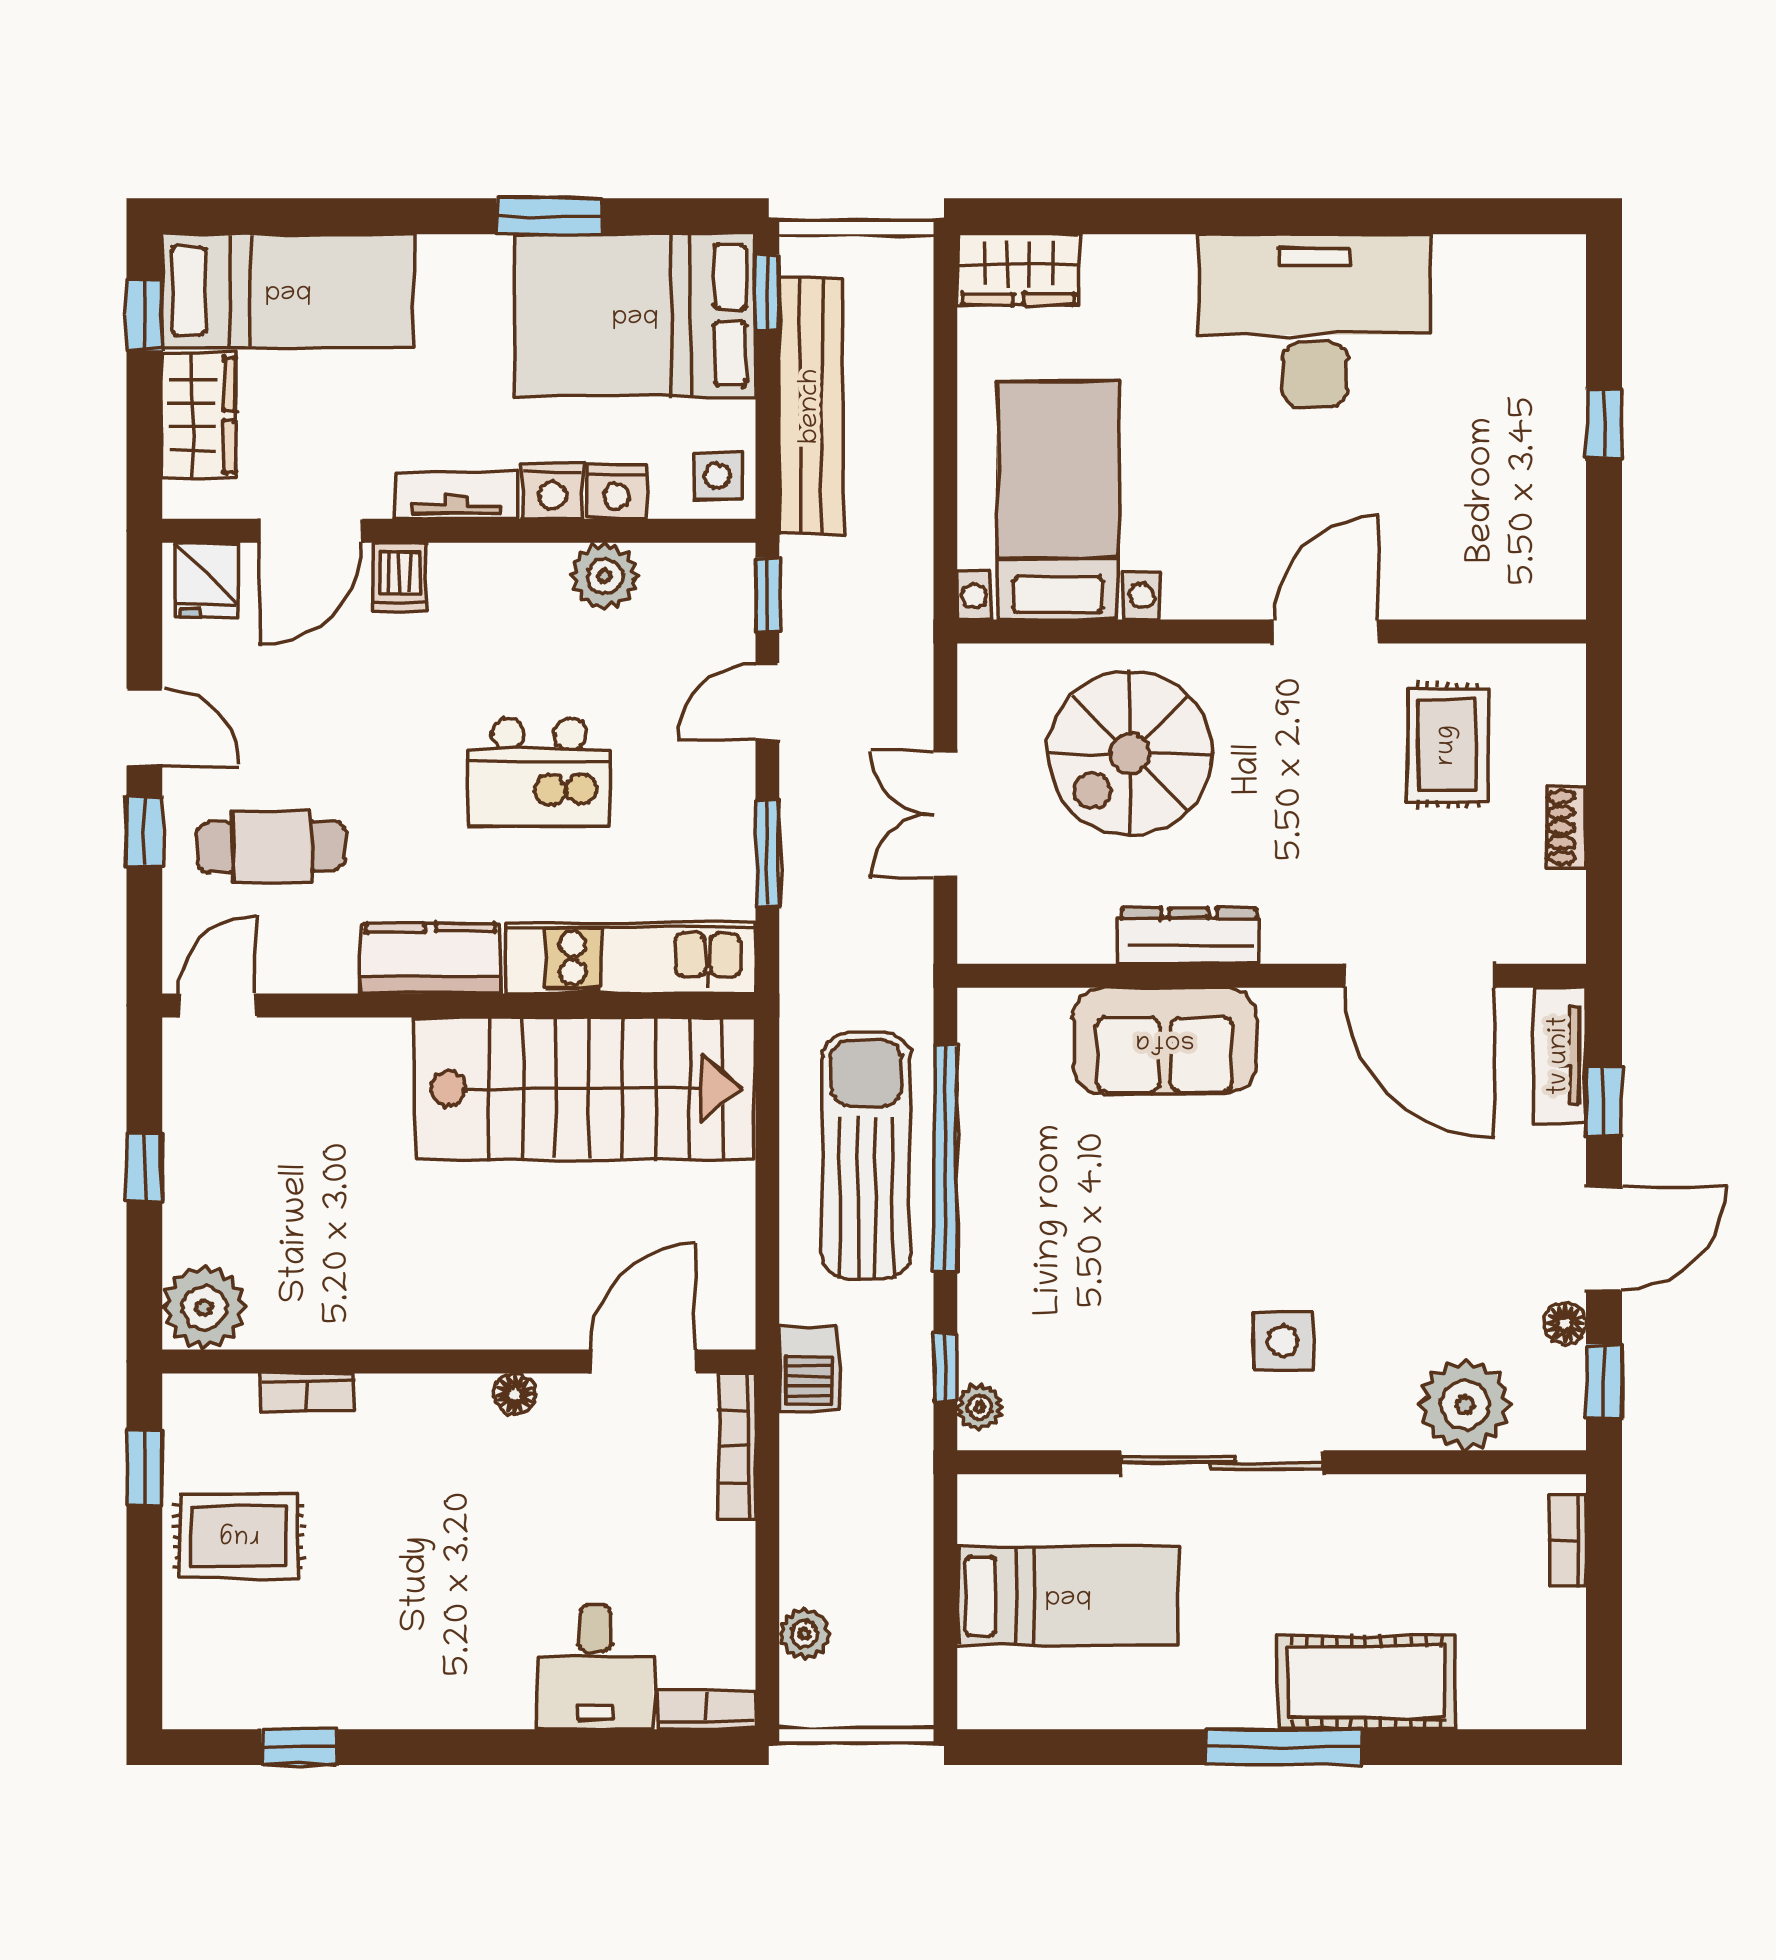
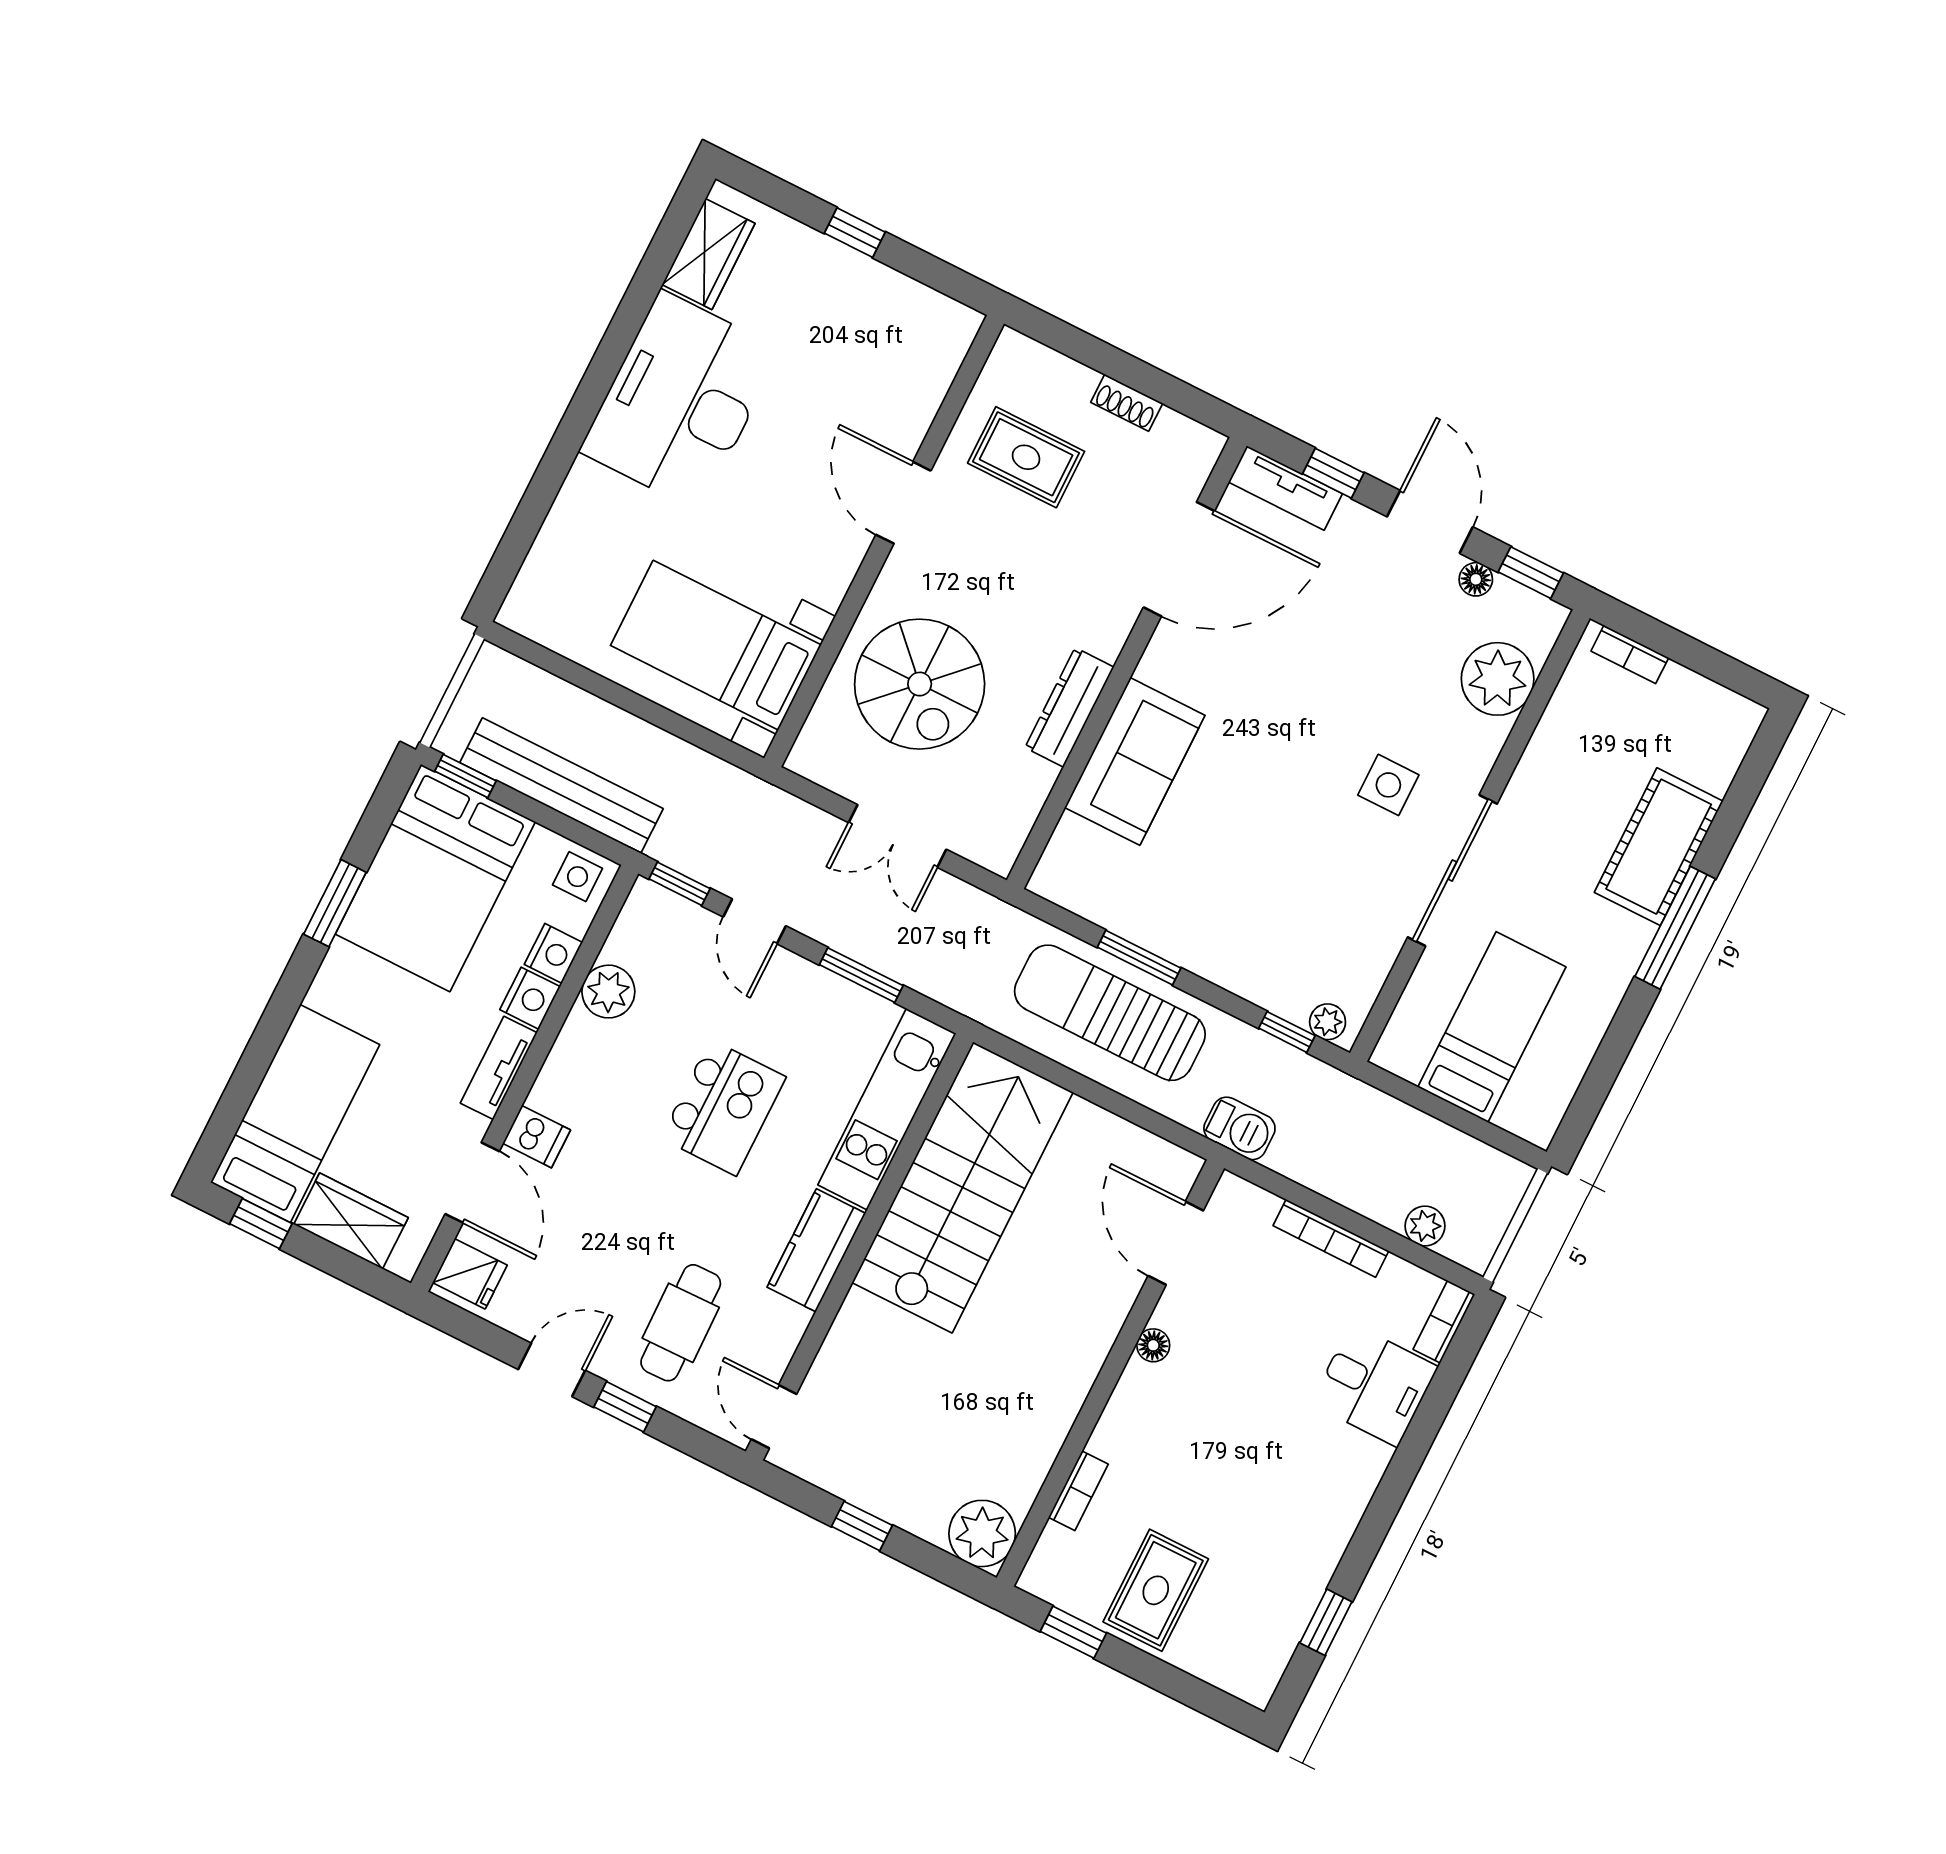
wardrobe: (1018, 270) -> (708, 254), moved
window: (945, 1157) -> (1139, 958), width x0.47
bookcase: (737, 1446) -> (1331, 1238), moved

